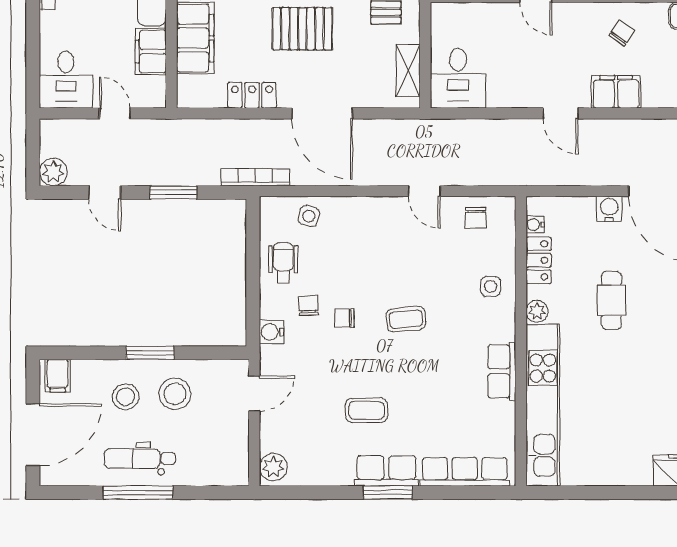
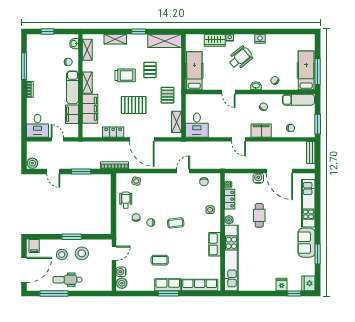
door: (424, 191) -> (183, 171), swing flipped
water cooler: (272, 332) -> (121, 272), moved
window: (138, 493) -> (54, 294), moved

